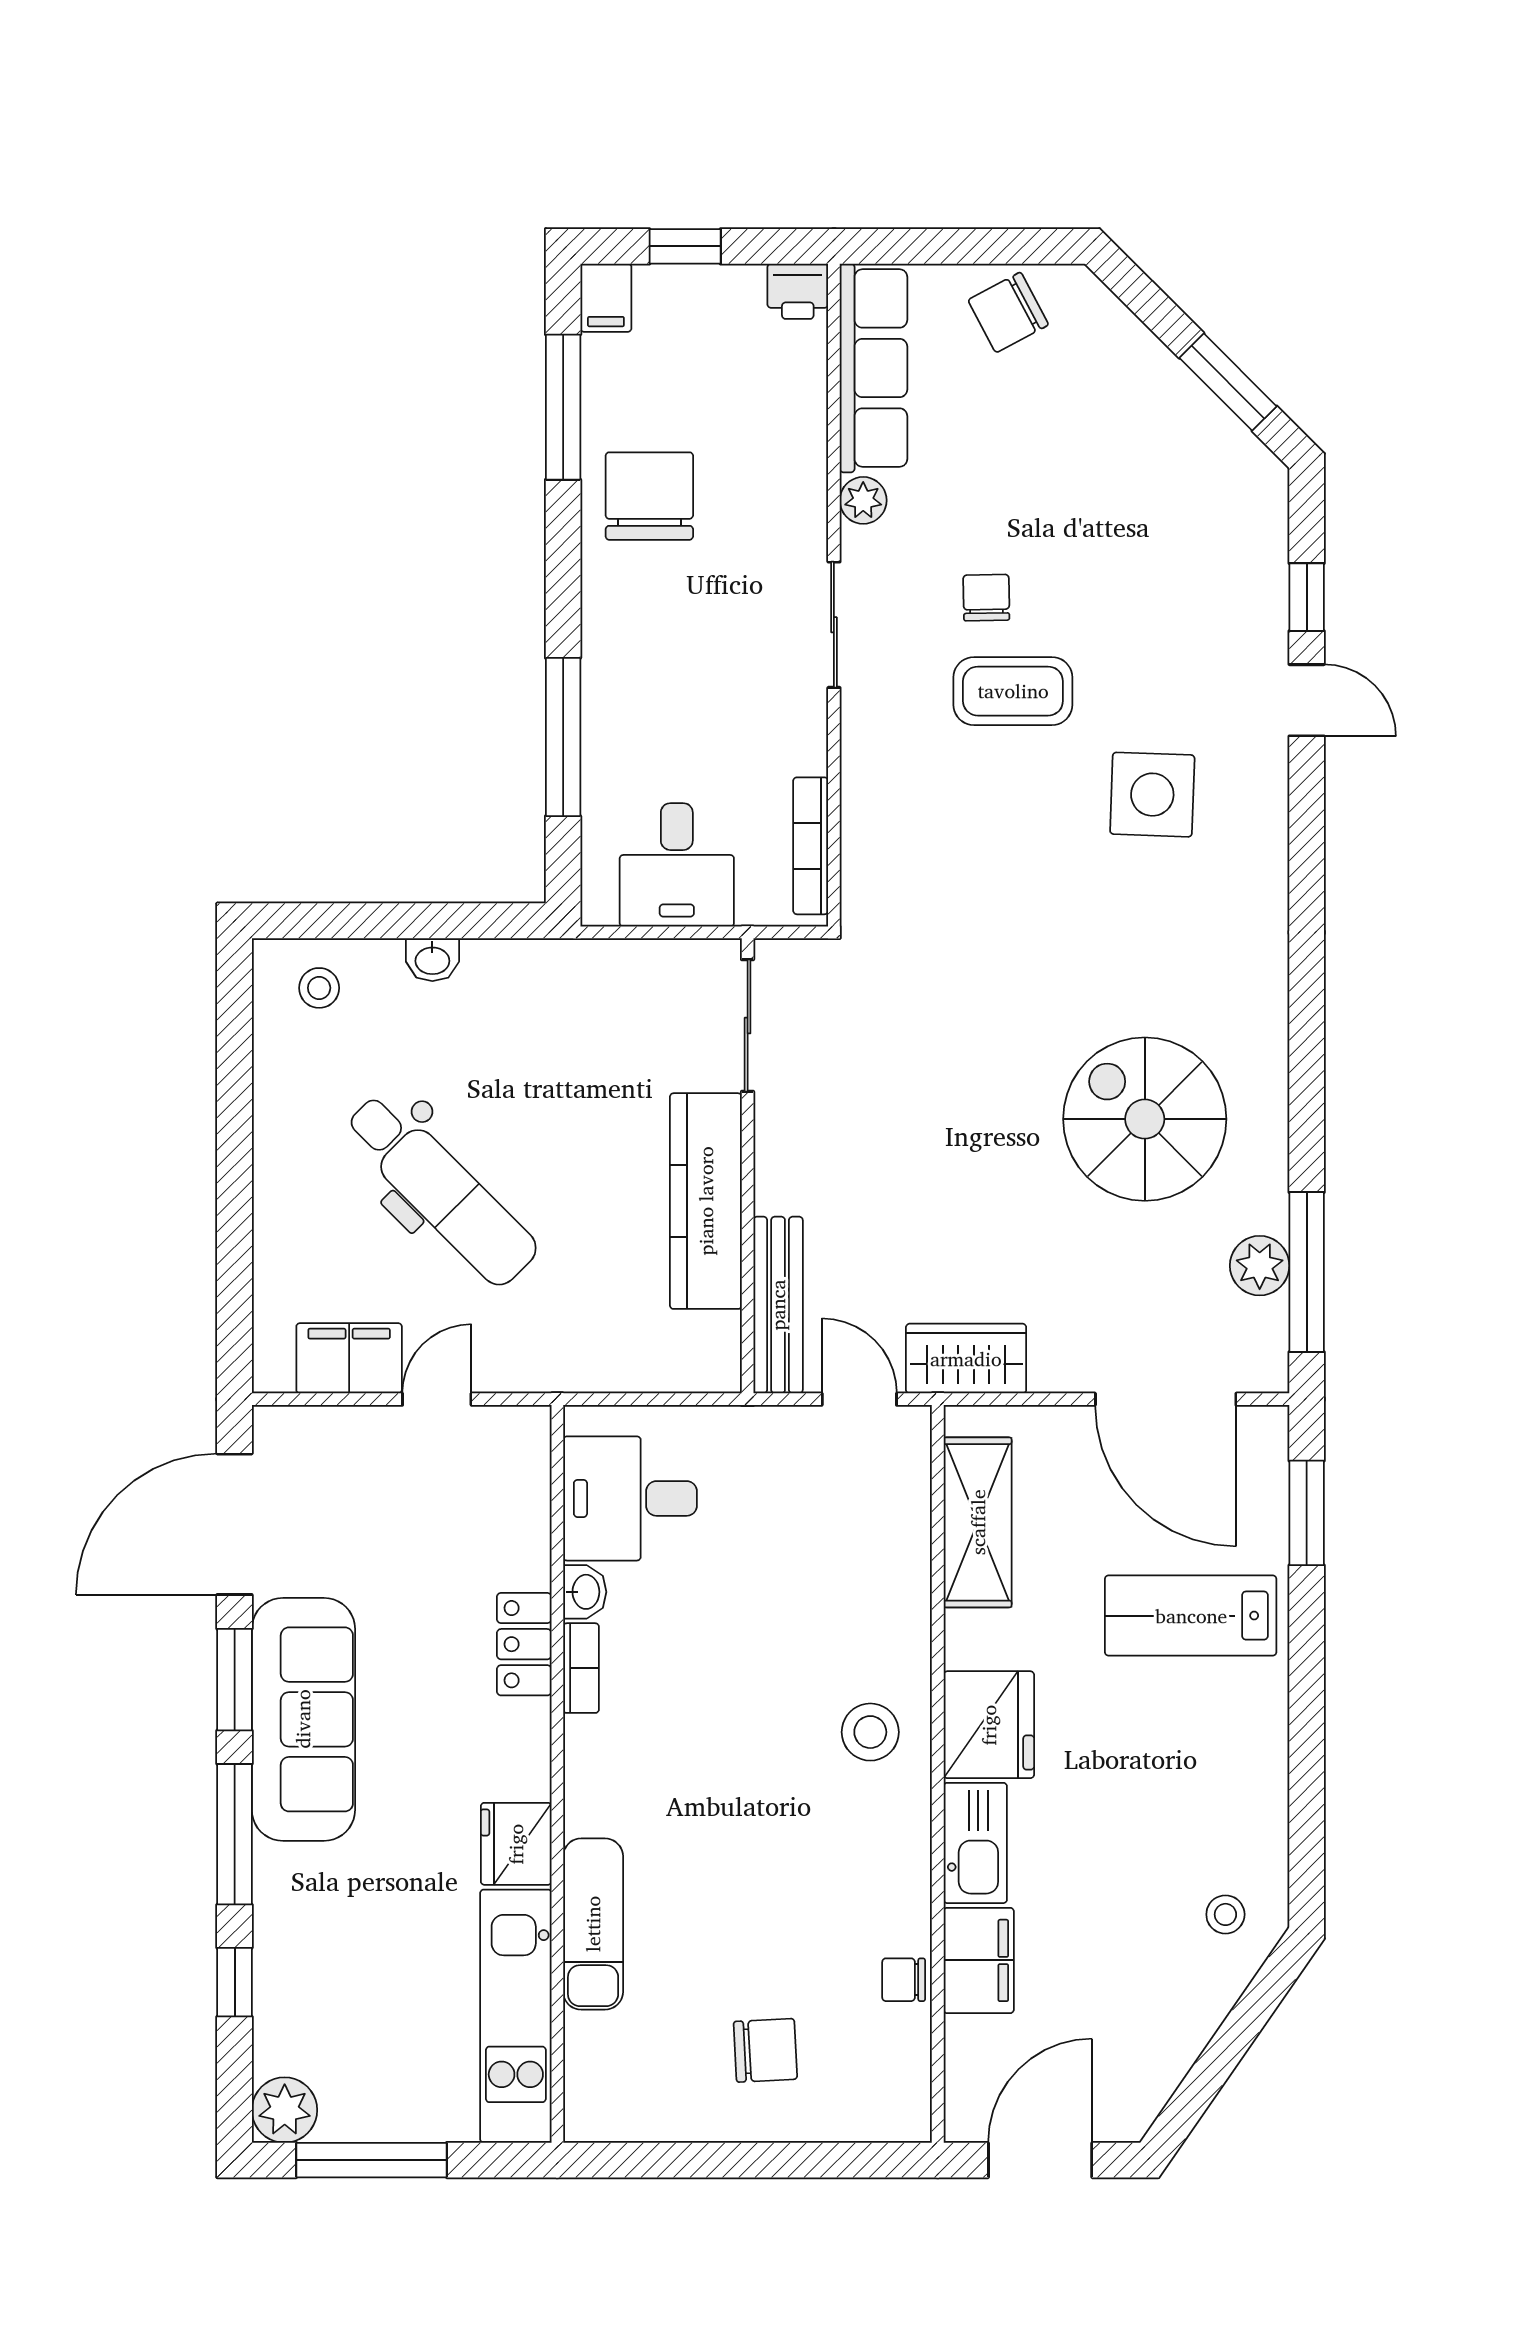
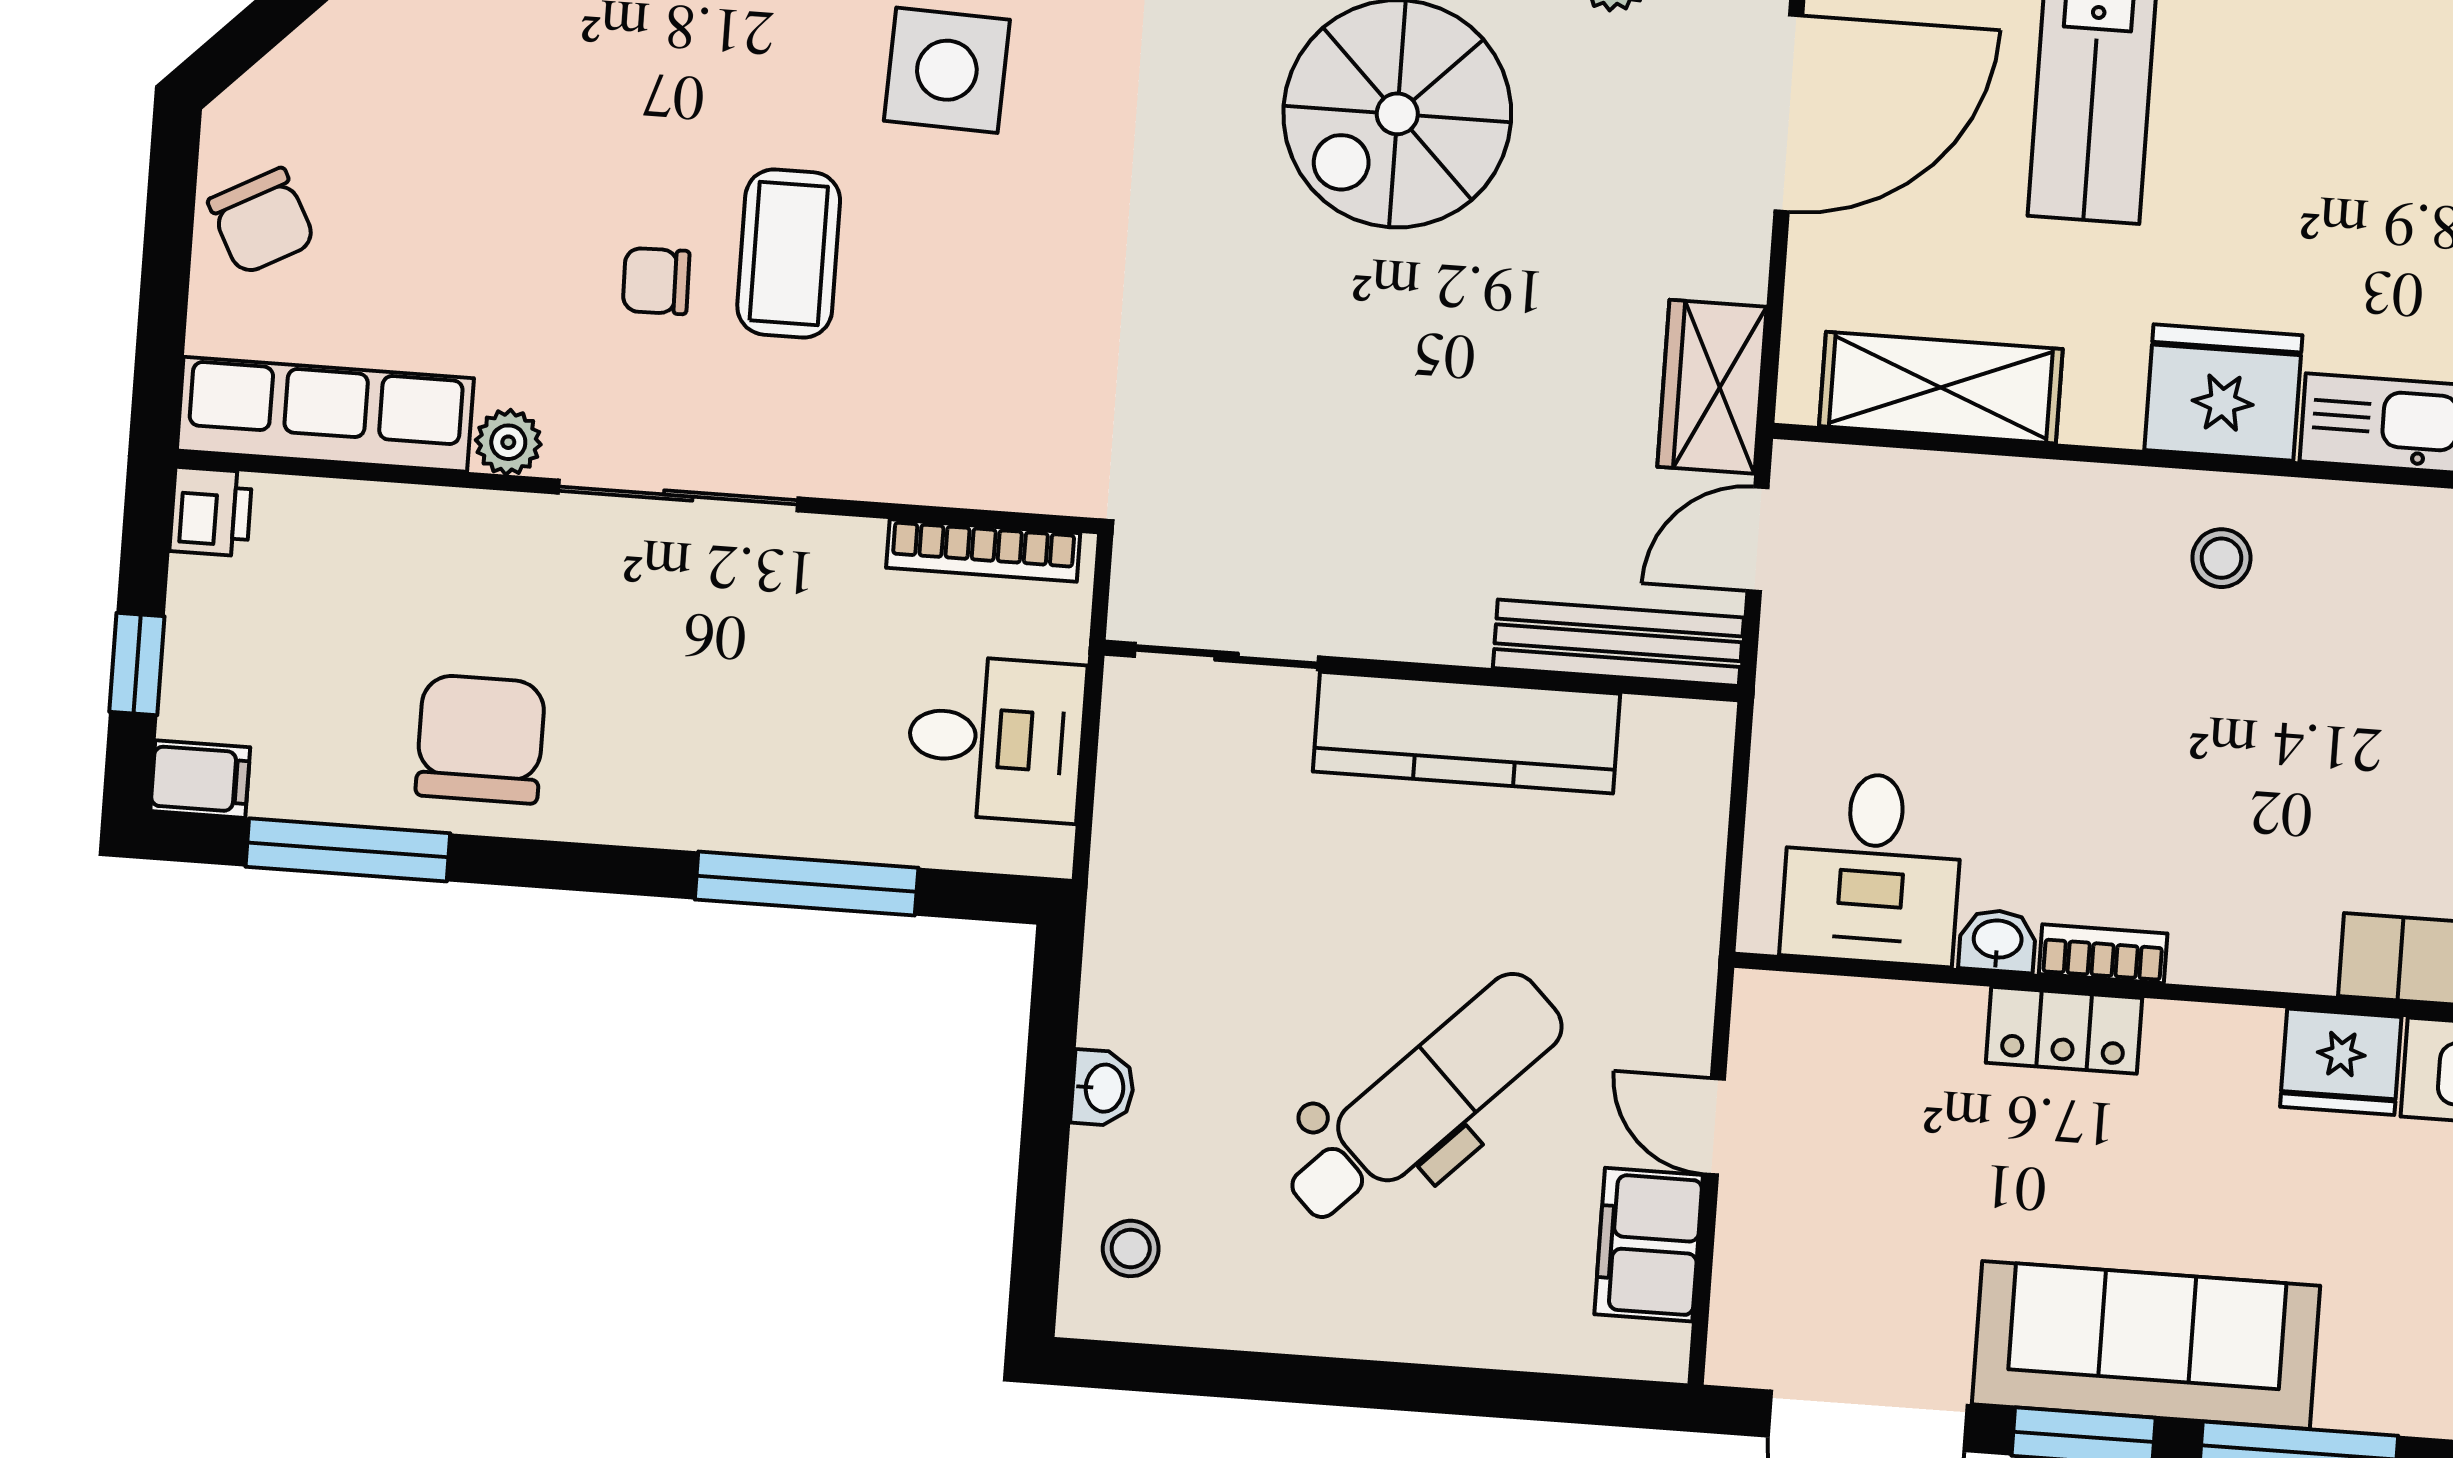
chair: (649, 496) -> (480, 739), turned 90
sliding door: (834, 625) -> (678, 495), width x1.37
stool: (870, 1732) -> (2221, 558), width x0.73, depth x0.73

